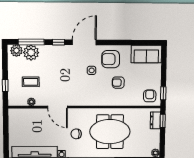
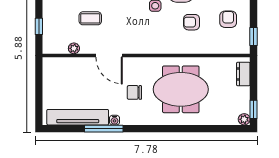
coffee table: (31, 82) -> (90, 18), moved
armchair: (150, 96) -> (228, 19), moved
window: (163, 121) -> (253, 109), moved

